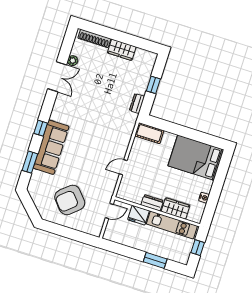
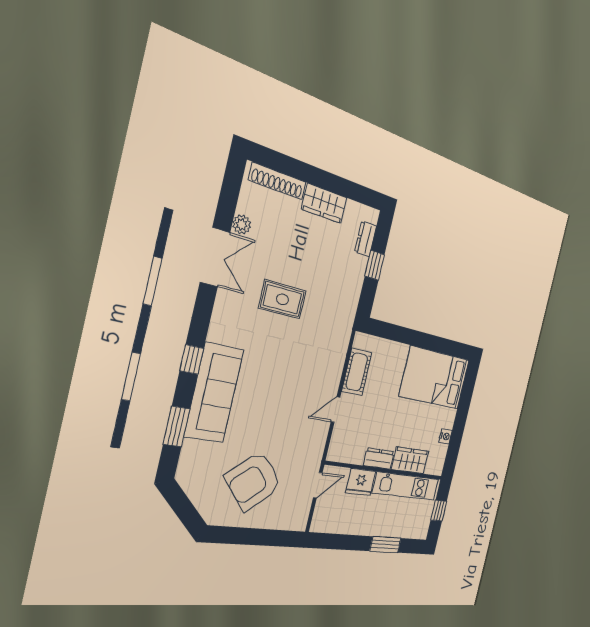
rug: (93, 101) -> (282, 299), added
dresser: (137, 103) -> (366, 239), moved
cot: (149, 133) -> (357, 372), moved, turned 90

